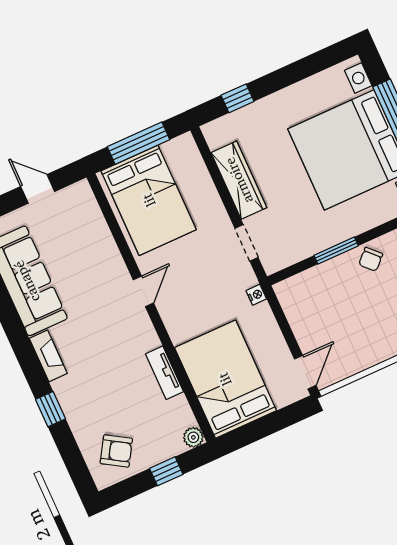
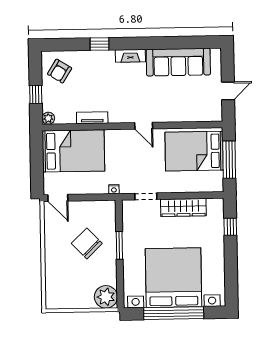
chair: (371, 259) -> (87, 243), moved, width x1.87, depth x1.87

